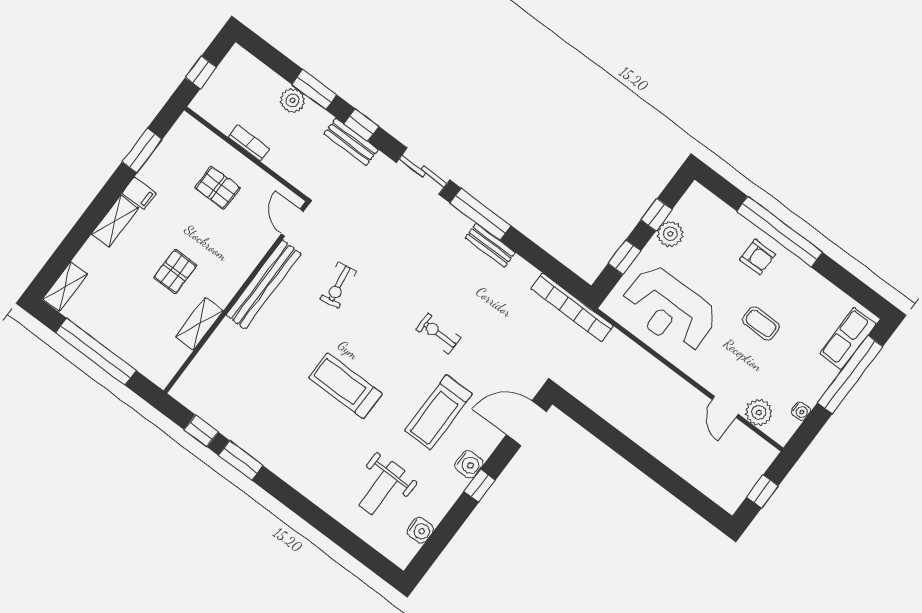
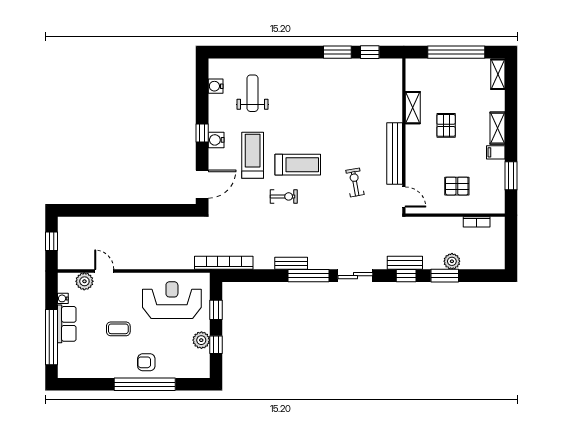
window: (201, 72) -> (511, 240), removed
bookcase: (249, 143) -> (477, 222), moved
row of seats: (848, 339) -> (67, 324), moved
treadmill: (345, 386) -> (298, 165), moved

